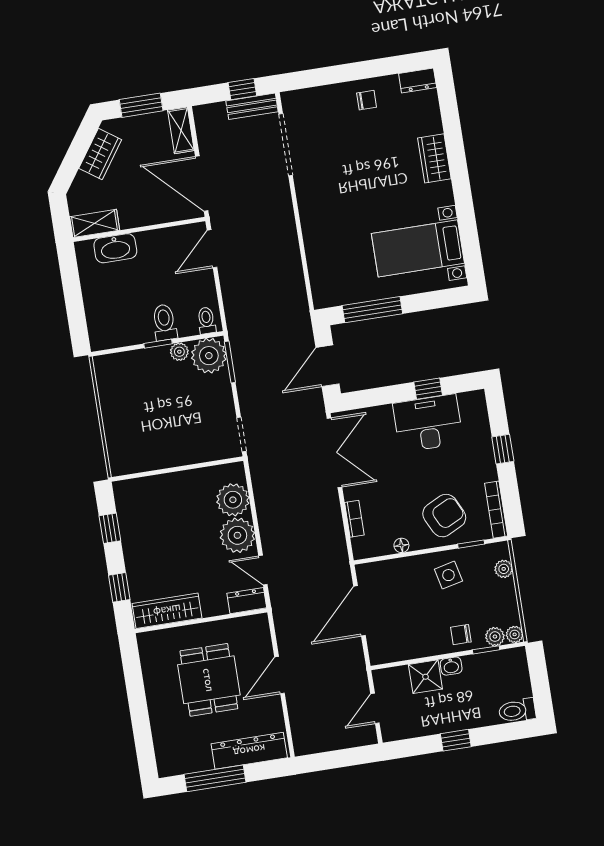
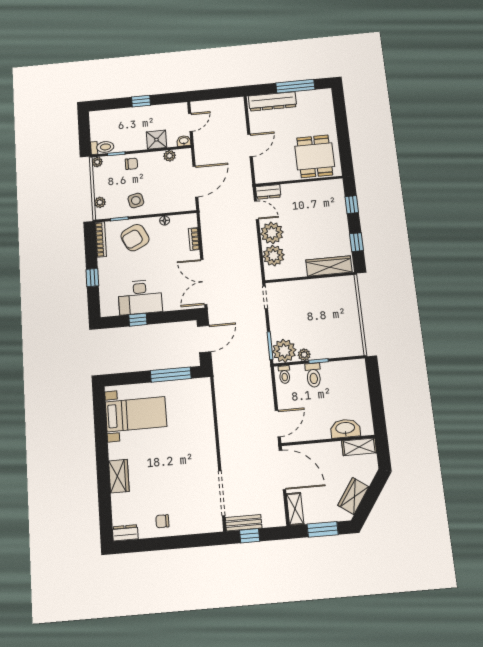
wardrobe: (167, 611) -> (329, 266), moved, turned 180
plant: (495, 637) -> (170, 156), moved
washbasin: (451, 666) -> (184, 141), moved
dining table: (209, 680) -> (315, 156), moved
toilet: (517, 711) -> (102, 147), moved

